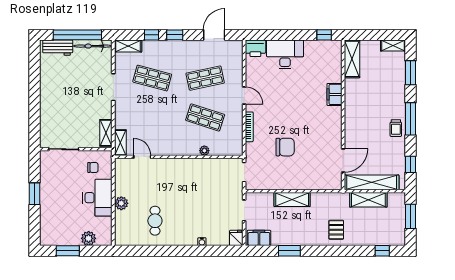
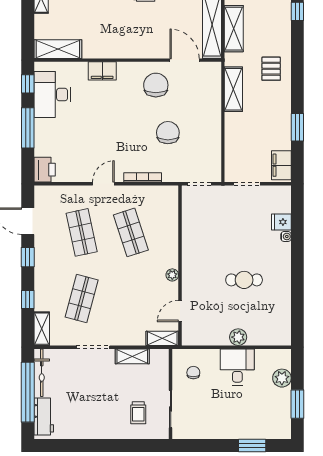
window: (175, 35) -> (28, 257), moved
window: (289, 35) -> (28, 128), added
desk: (285, 54) -> (52, 95), moved
shop shelf: (205, 117) -> (131, 232), turned -36
trolley: (61, 123) -> (138, 413), added
shelving: (106, 133) -> (132, 356), moved
chair: (323, 137) -> (156, 85), added
plant: (204, 151) -> (172, 275), moved
window: (35, 194) -> (252, 445), moved
desk: (97, 198) -> (237, 367), width x0.73
shelving: (292, 200) -> (233, 89), moved
cafe table: (155, 221) -> (244, 280), moved
pallet: (336, 230) -> (271, 69), turned 90
fridge: (236, 238) -> (281, 222), moved

